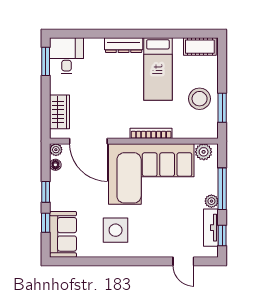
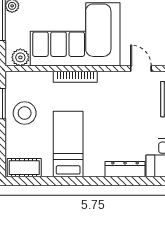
dresser: (124, 45) -> (125, 169), moved
door: (88, 141) -> (141, 69), width x0.53

